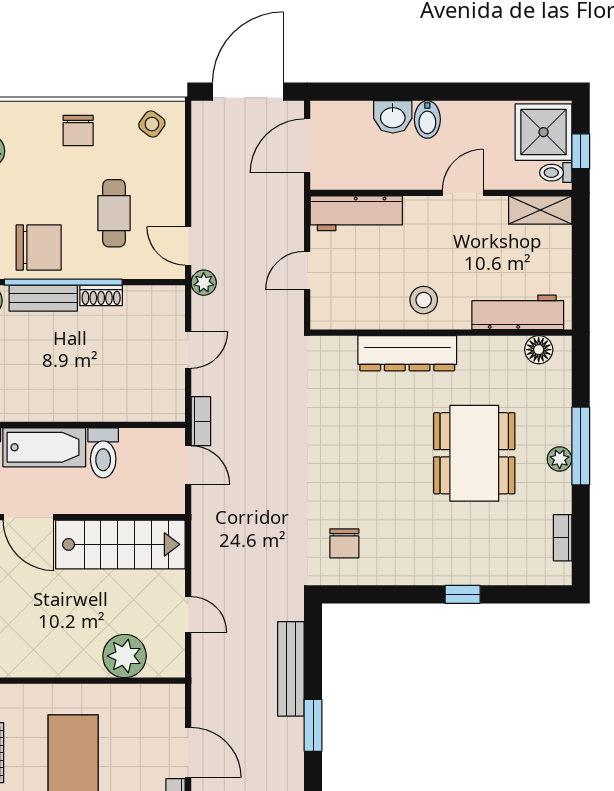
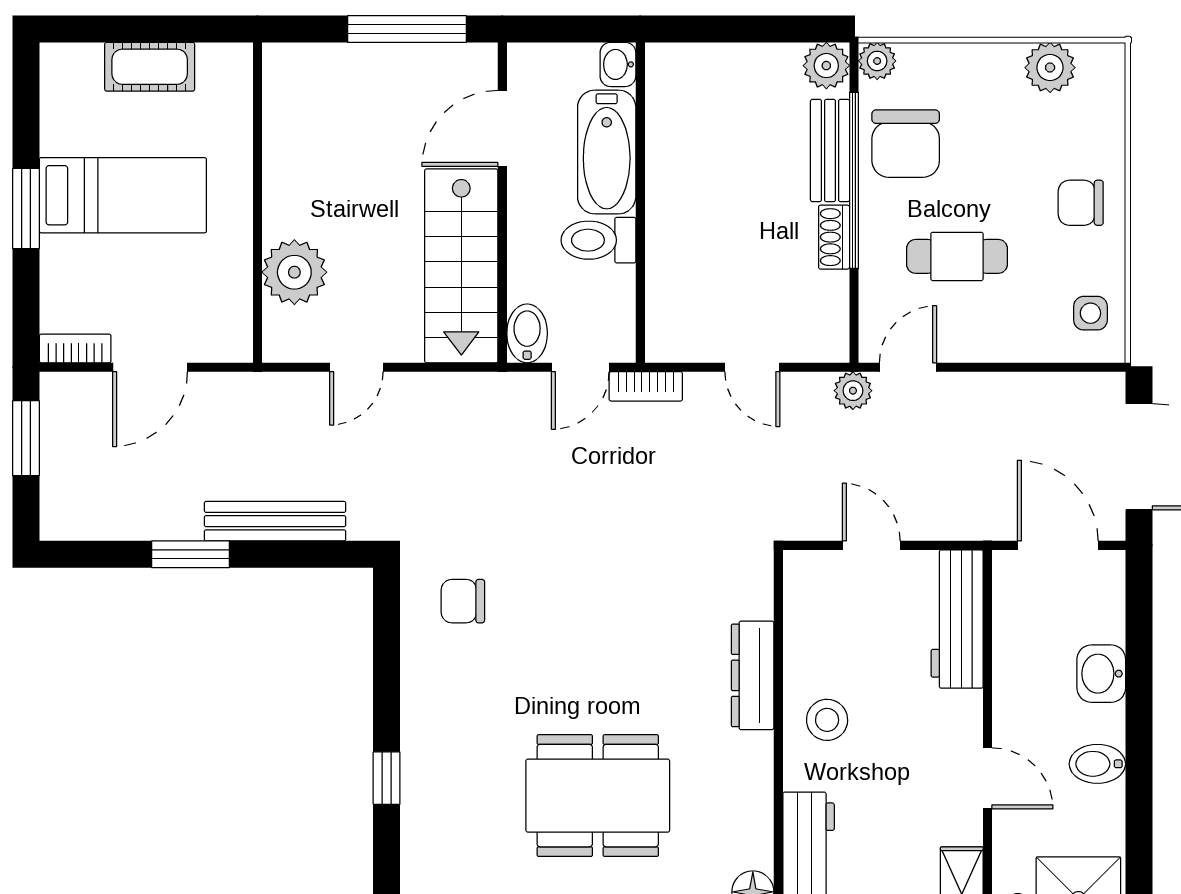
bidet: (427, 119) -> (1097, 764), moved
side table: (152, 124) -> (1090, 313), turned -36
dresser: (407, 353) -> (753, 675), width x0.73, depth x0.80
bidet: (165, 500) -> (527, 333), added

